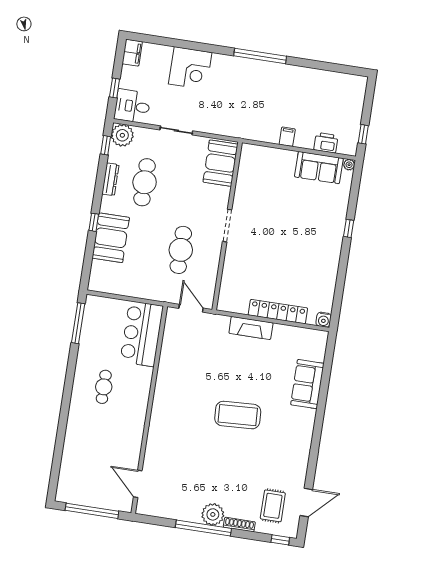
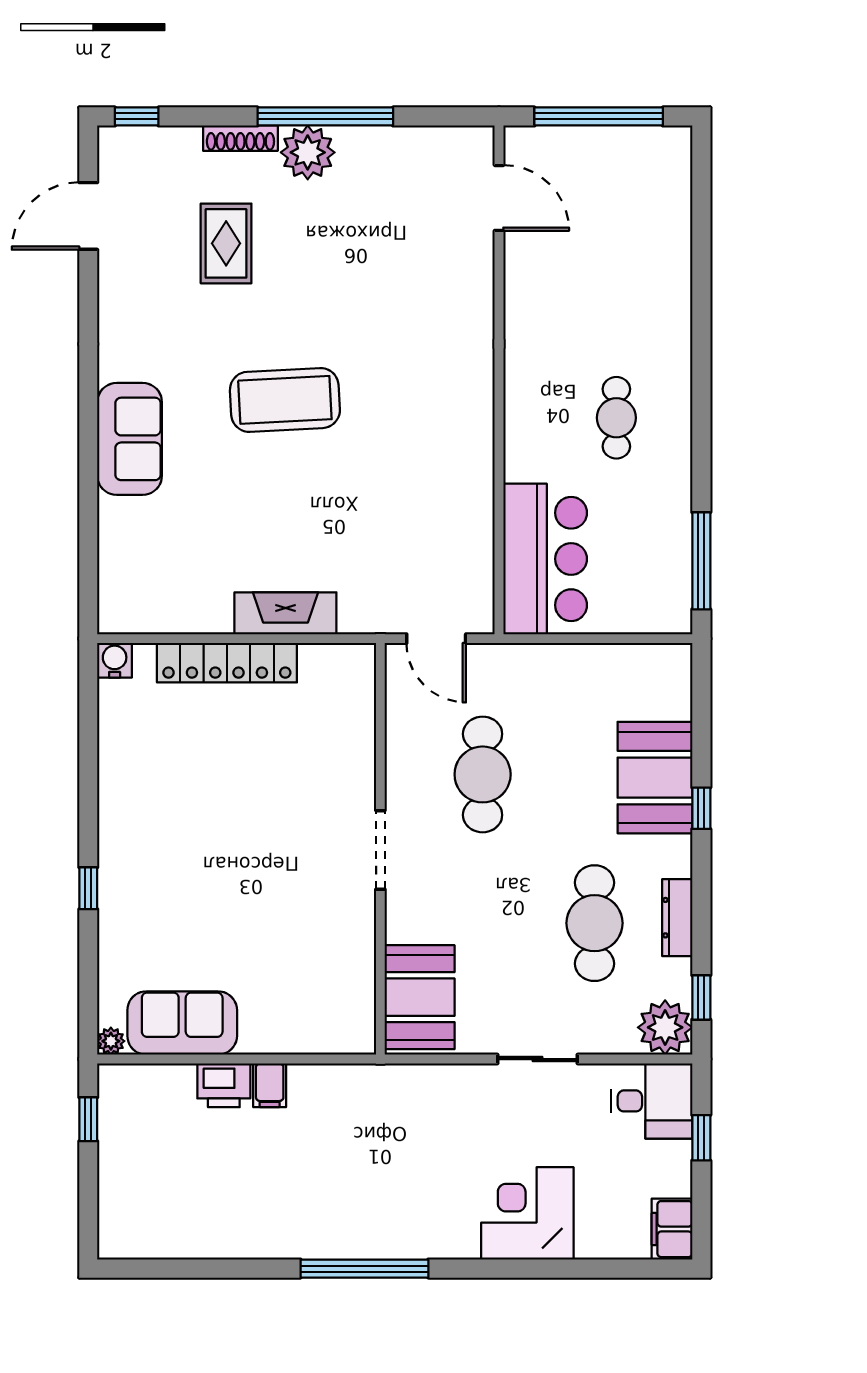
printer: (326, 143) -> (224, 1085), moved
sofa: (307, 384) -> (130, 439), moved
rug: (273, 506) -> (226, 243), moved

